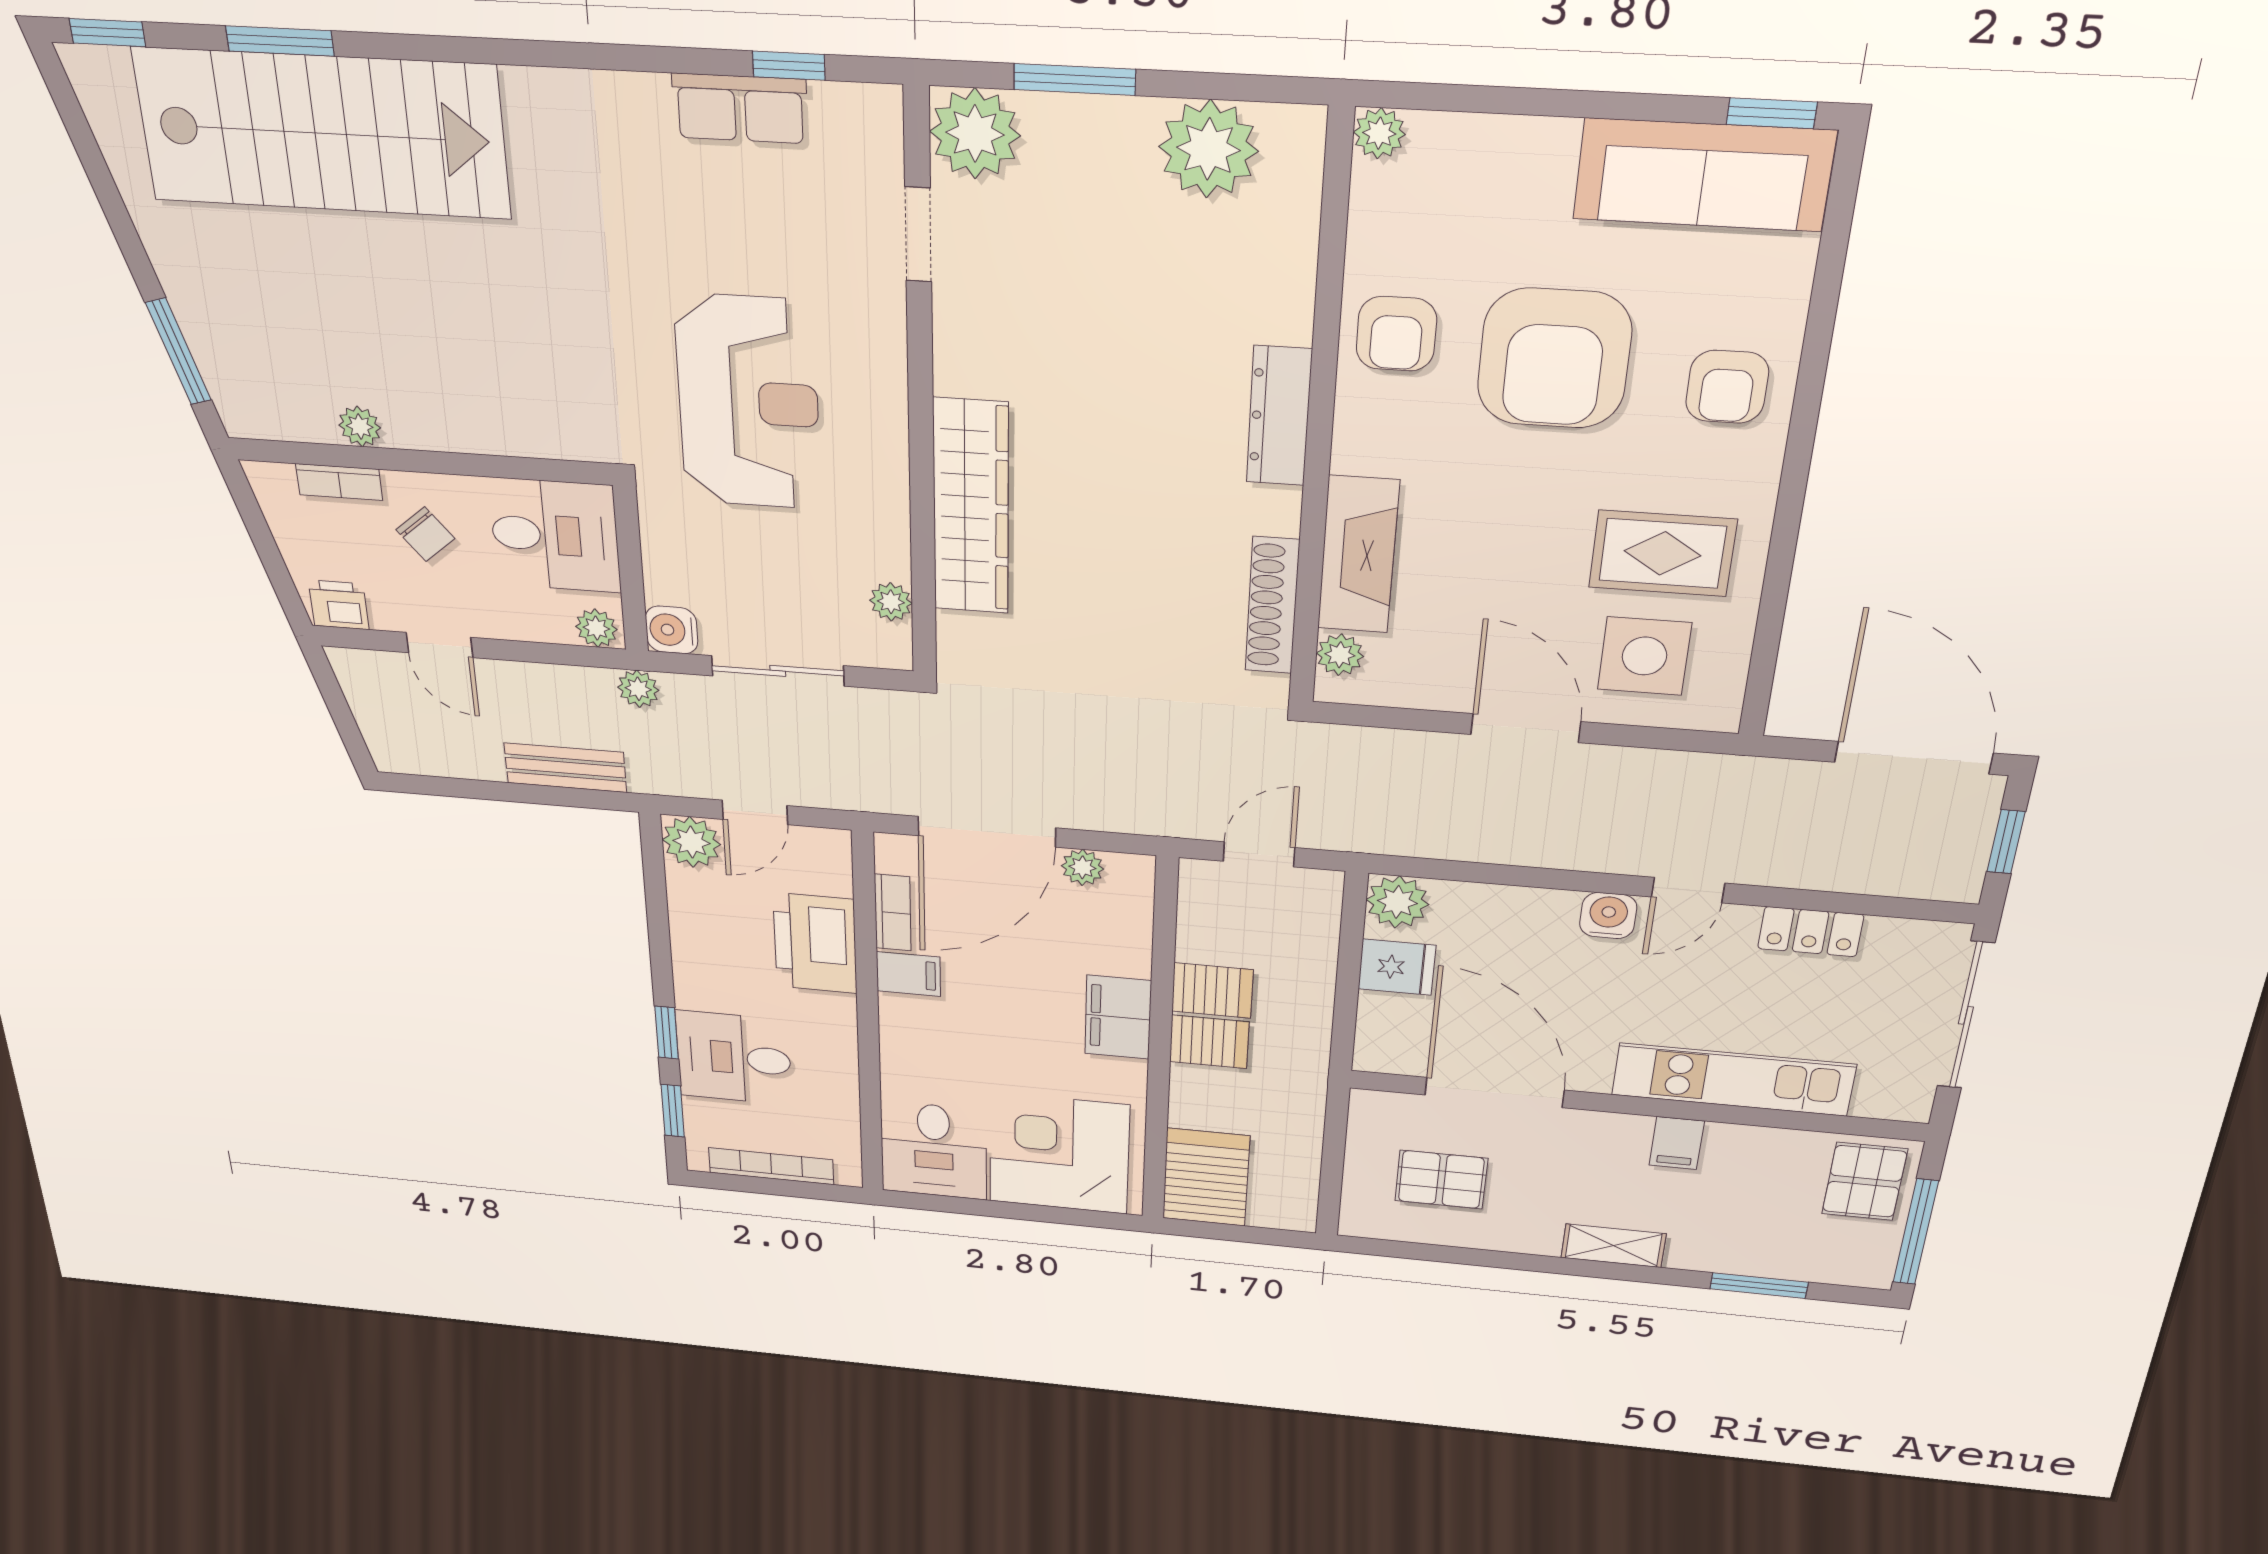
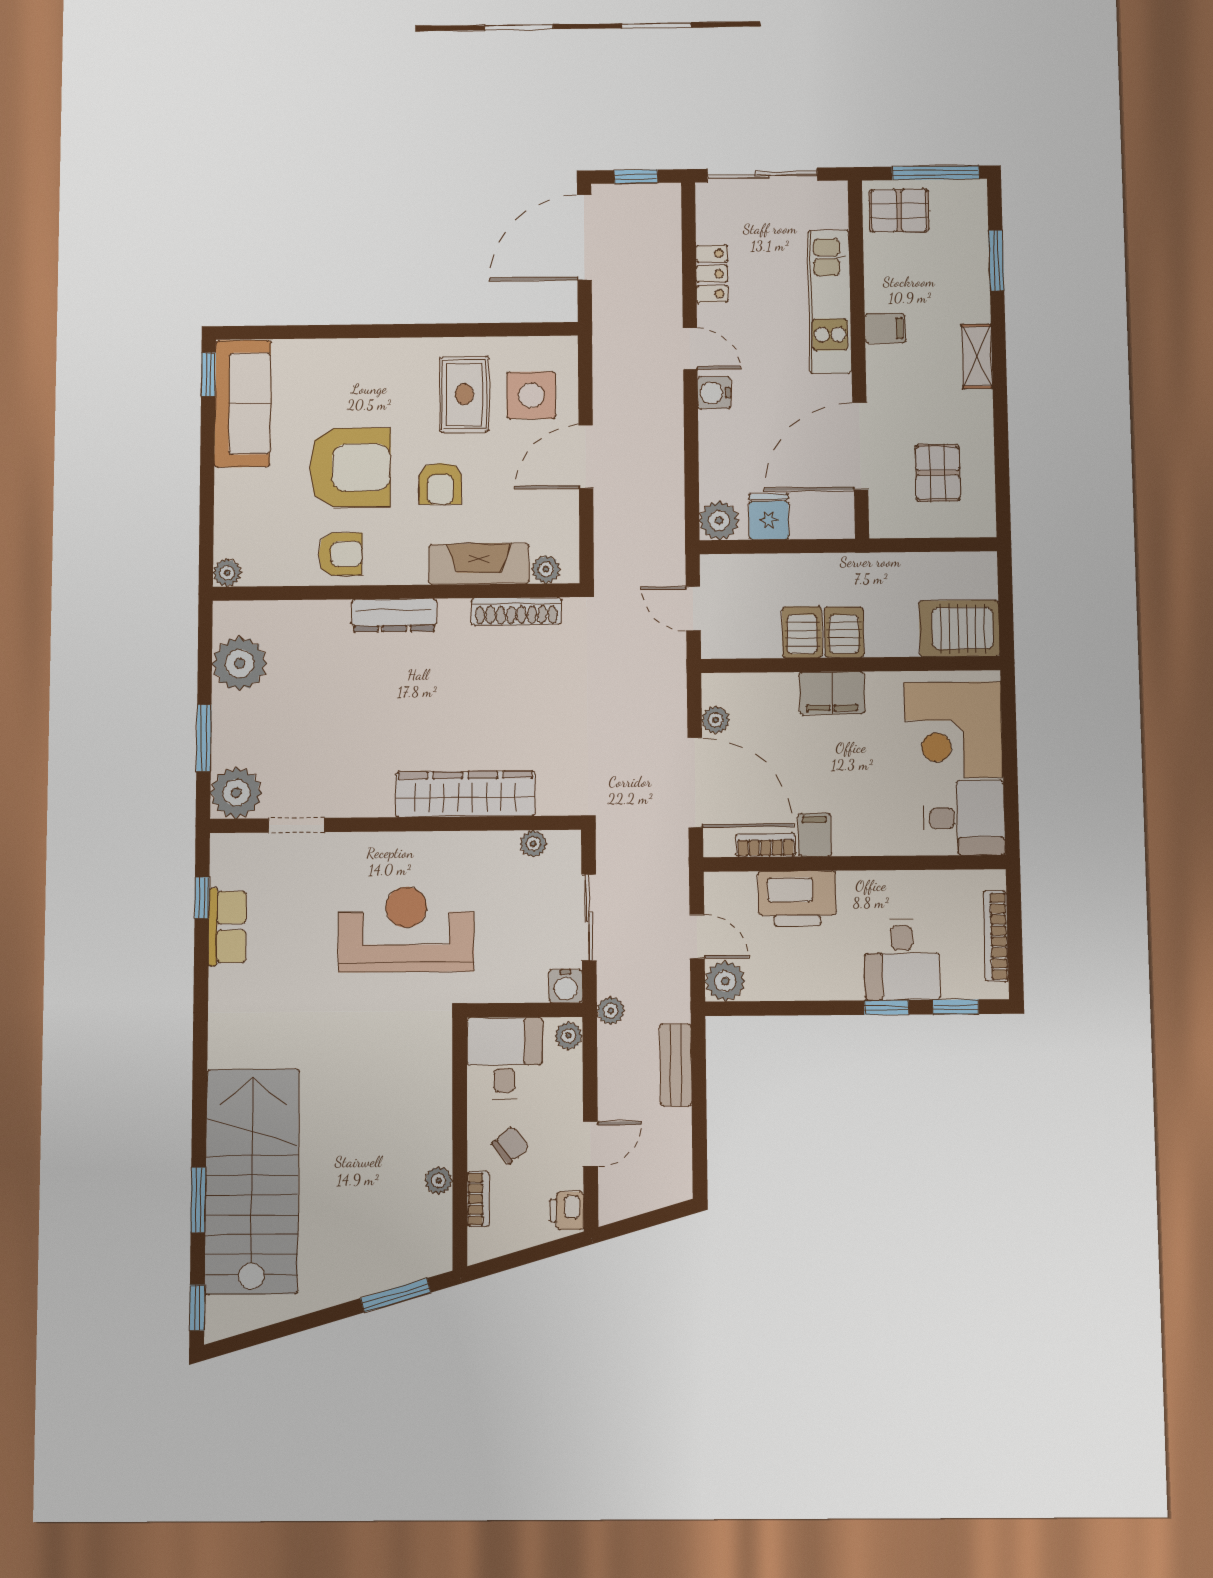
armchair: (1727, 387) -> (440, 484), moved, turned 90

